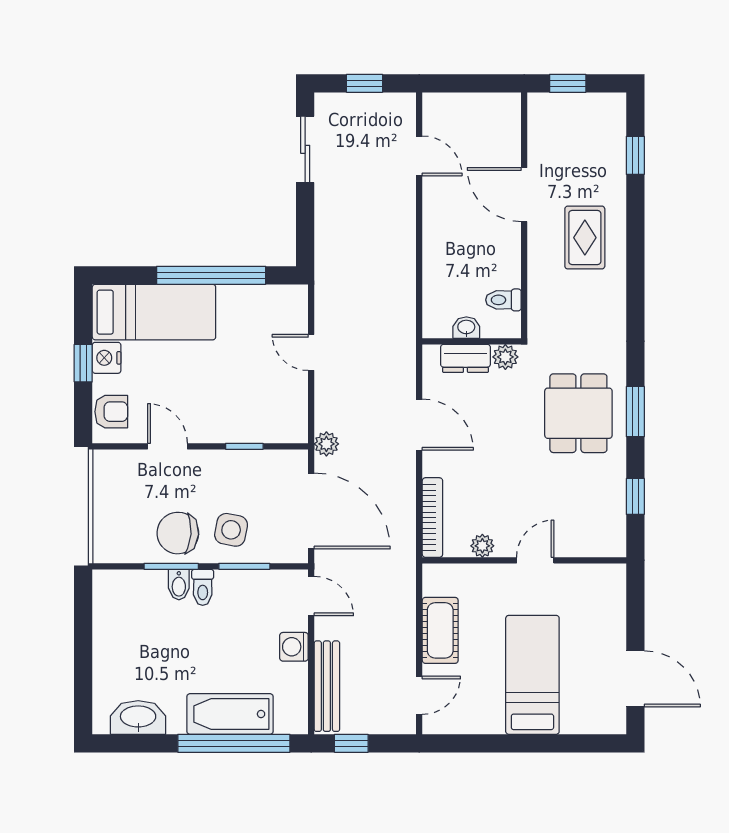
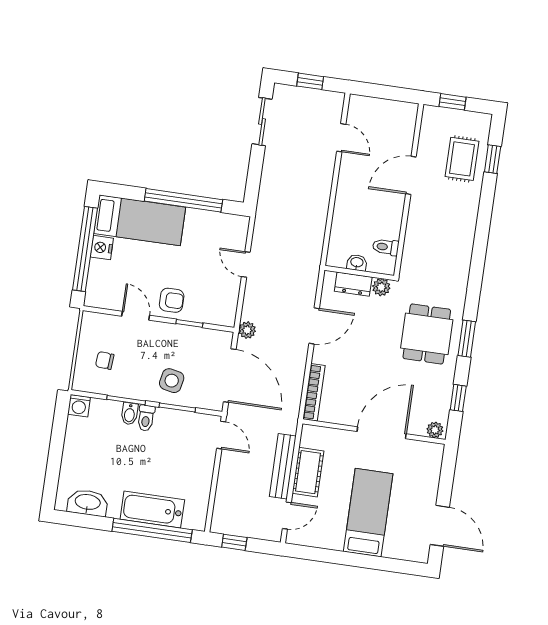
door: (524, 195) -> (411, 175), hinge flipped
rug: (585, 238) -> (462, 159), moved
window: (83, 363) -> (85, 249), width x3.17
armchair: (111, 412) -> (172, 300), moved
door: (419, 425) -> (314, 326), hinge flipped
chair: (178, 533) -> (105, 360), moved, width x0.54, depth x0.54
plant: (482, 546) -> (435, 430), moved
door: (535, 560) -> (382, 433), width x1.88
washing machine: (294, 647) -> (79, 406), moved, turned -90
bench: (327, 686) -> (283, 466), moved

